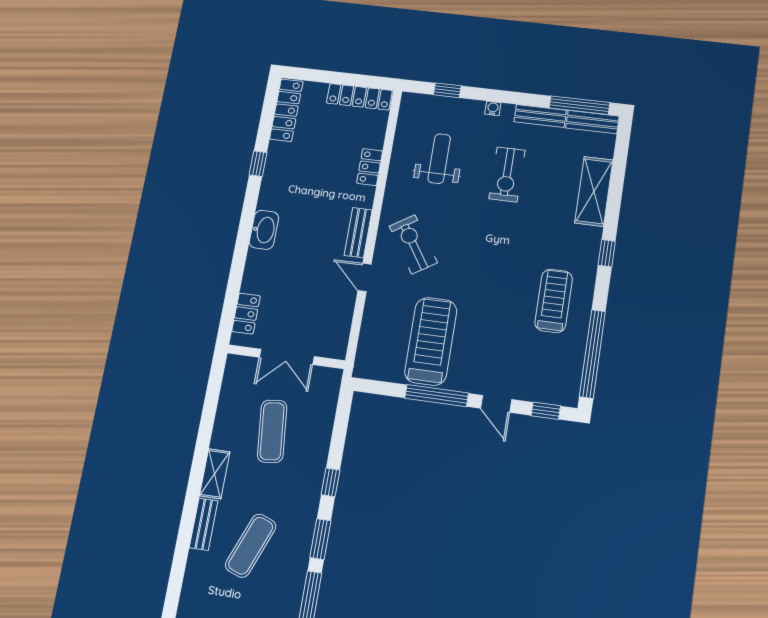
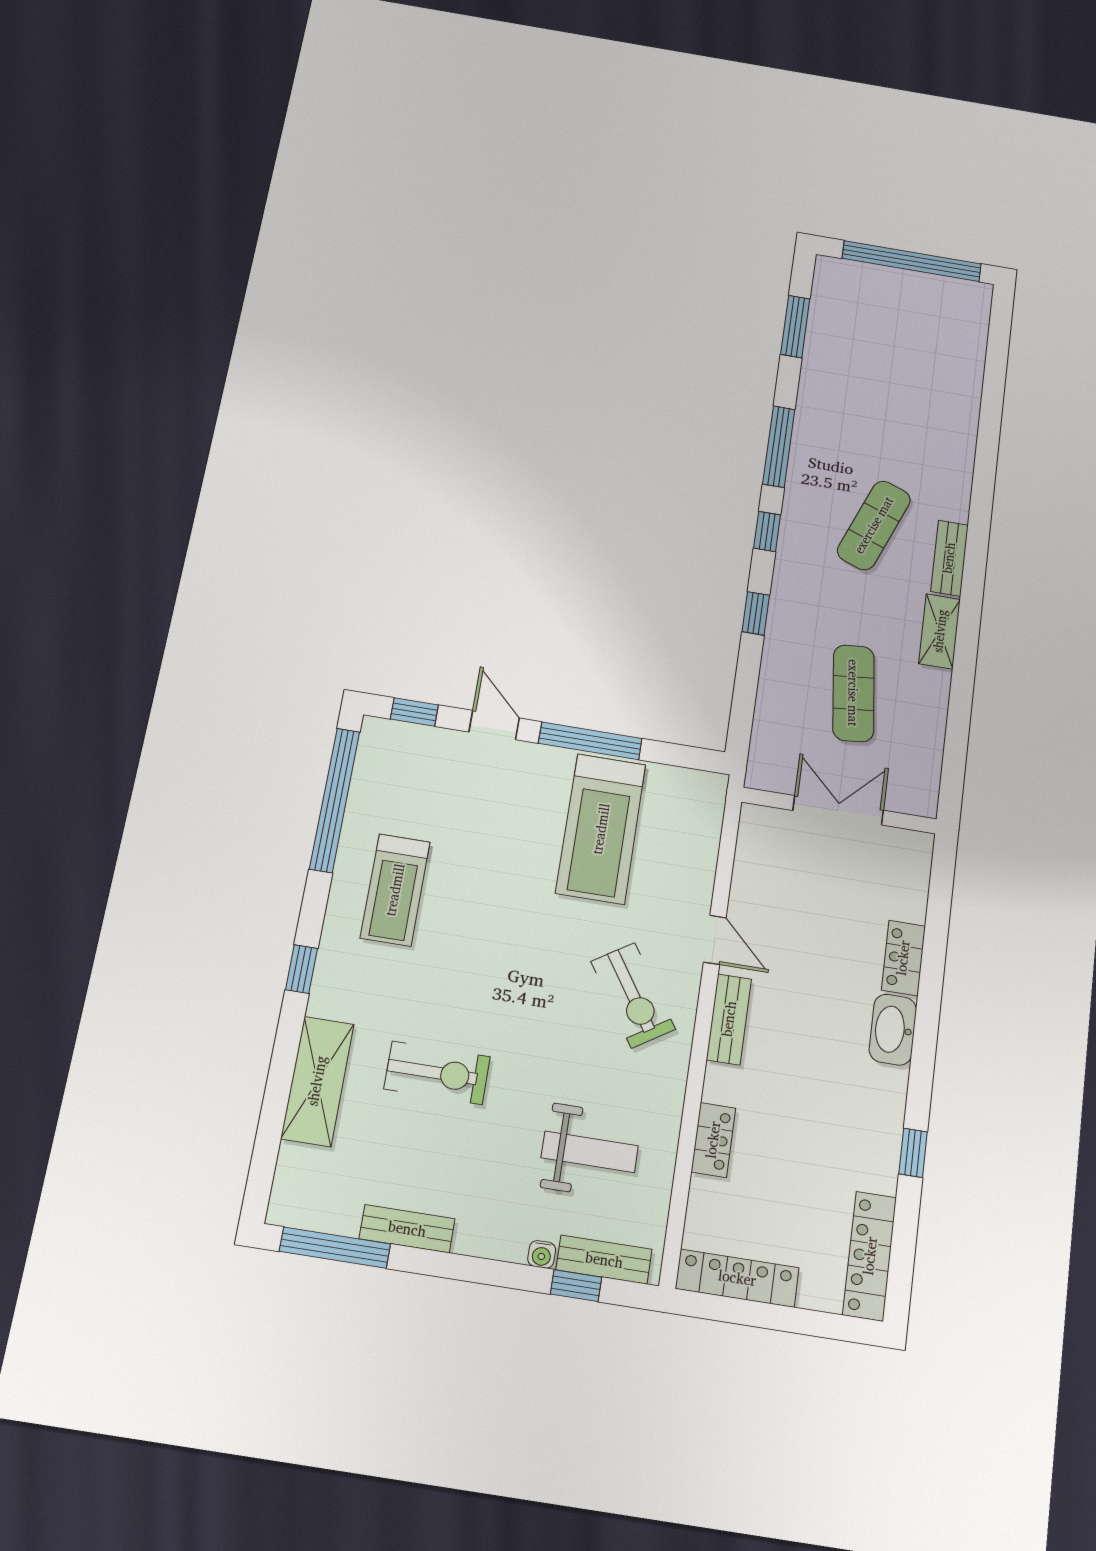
water cooler: (493, 108) -> (542, 1254), moved
bench: (592, 122) -> (604, 1260), moved
weight bench: (439, 159) -> (590, 1152), turned -90
exercise bike: (507, 174) -> (437, 1073), moved, turned 90
locker: (246, 314) -> (903, 958), moved
window: (320, 539) -> (767, 532), width x0.67

